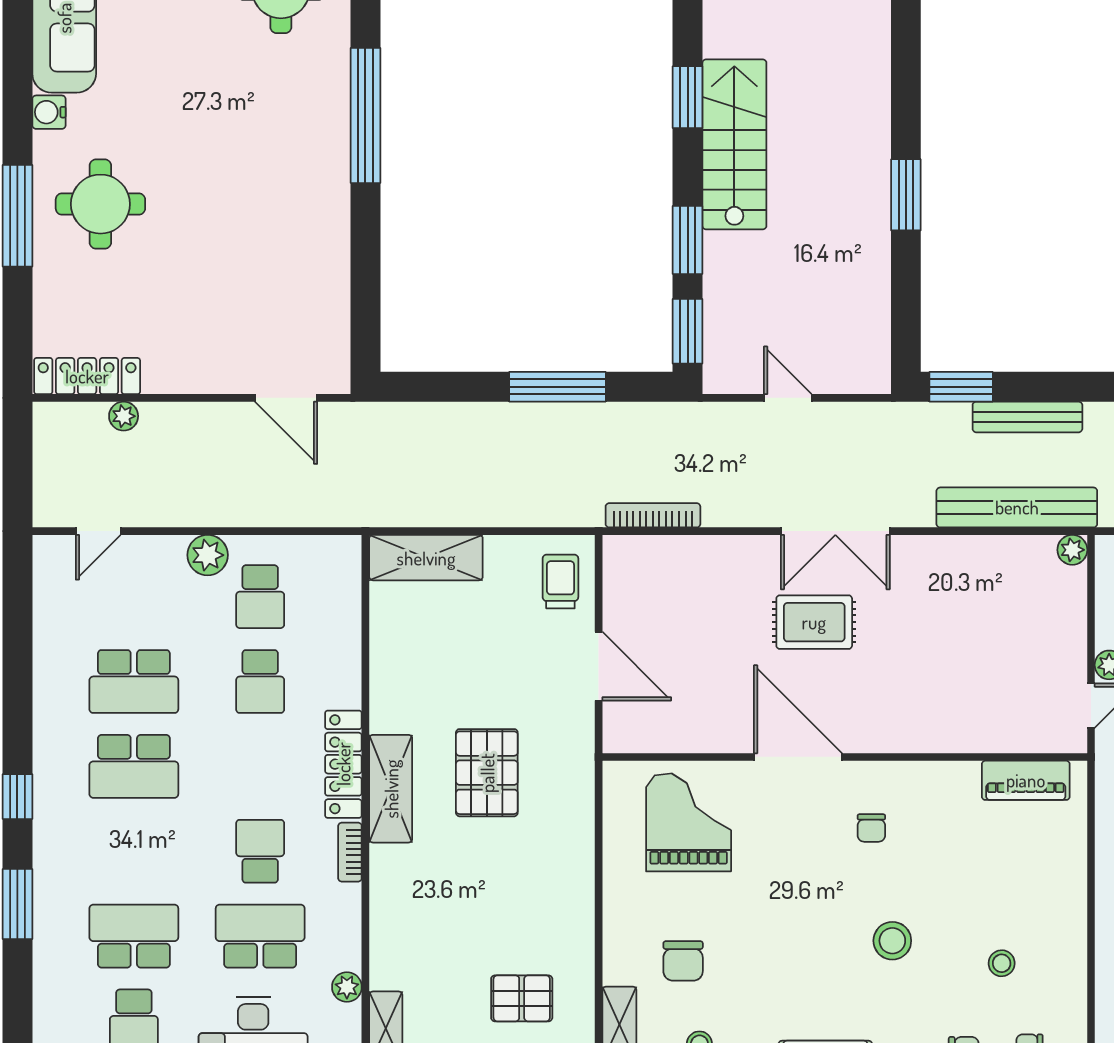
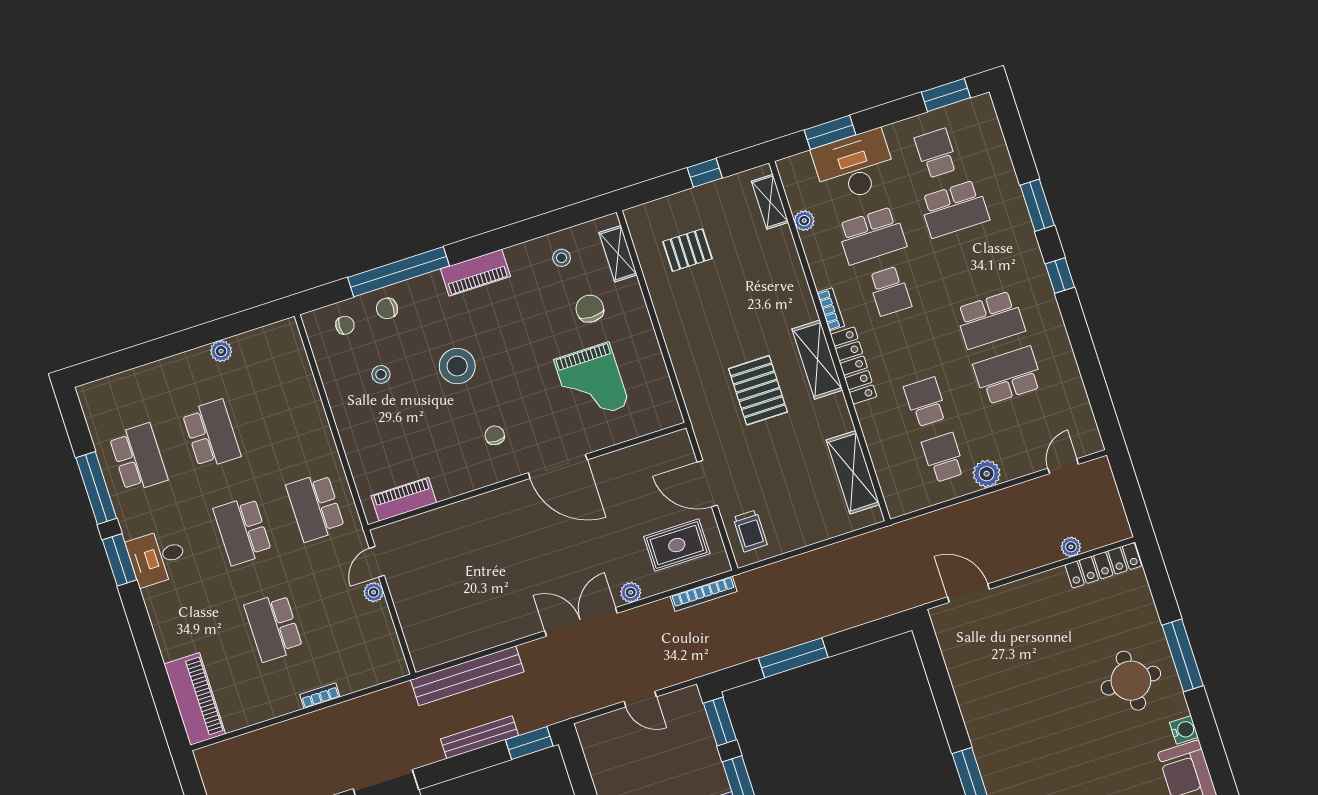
plant: (1072, 550) -> (631, 592), moved
shelving: (426, 558) -> (853, 472), moved, turned 90
rug: (814, 622) -> (677, 545), moved
school desk: (134, 766) -> (990, 320), turned 180
grand piano: (689, 822) -> (592, 383), moved
stool: (892, 941) -> (457, 366), width x1.38, depth x1.38

